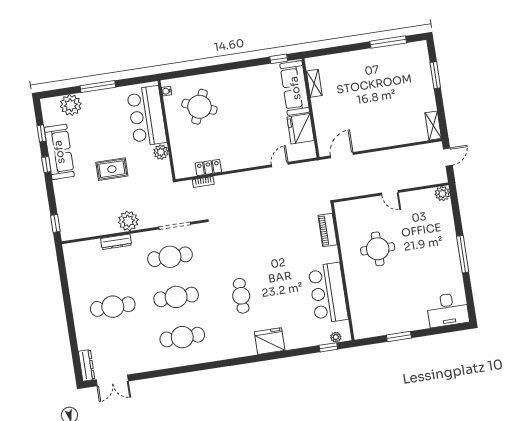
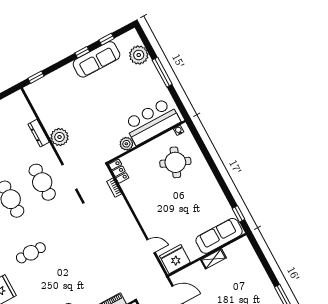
shelving: (314, 83) -> (213, 259), moved
fridge: (301, 129) -> (175, 259), moved
locker: (208, 167) -> (119, 171), moved
rug: (112, 169) -> (98, 108), removed

